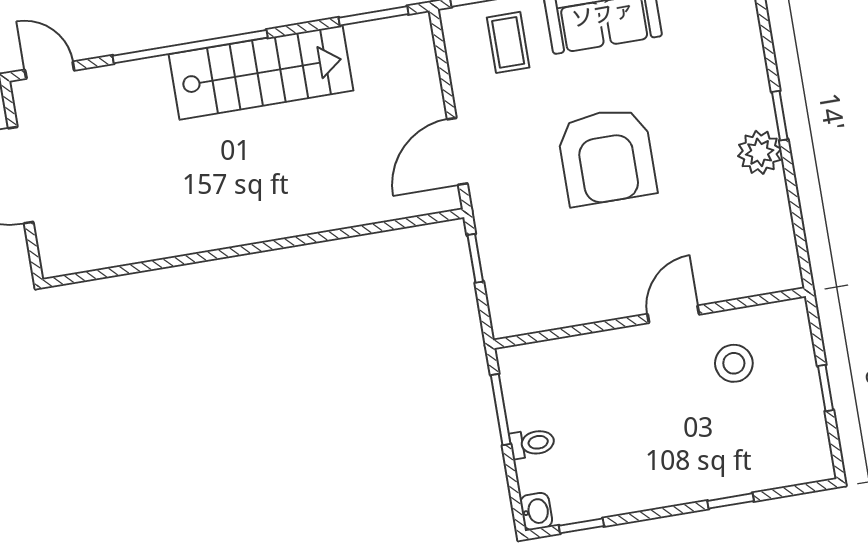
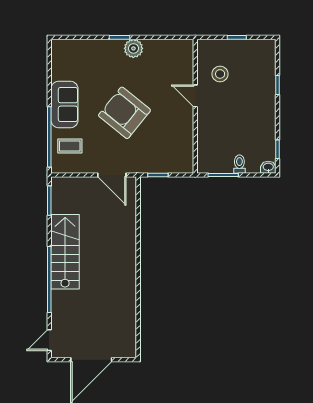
armchair: (607, 156) -> (124, 113), turned -141

